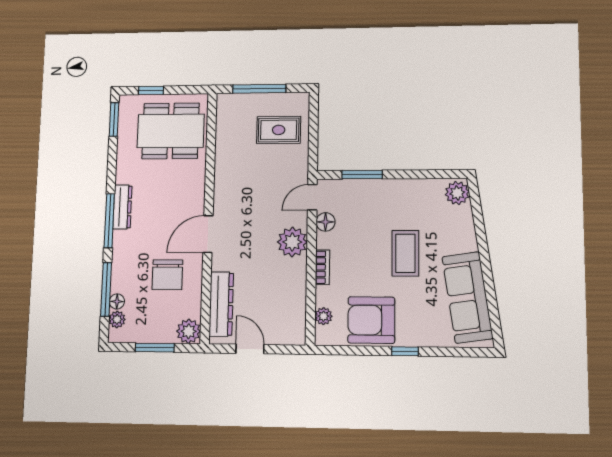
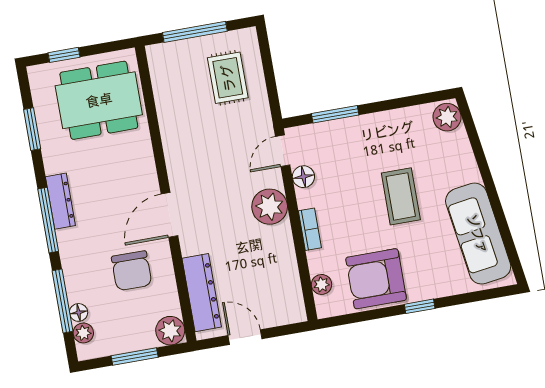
window: (114, 119) -> (32, 129), moved
rug: (279, 130) -> (228, 78), turned 90

